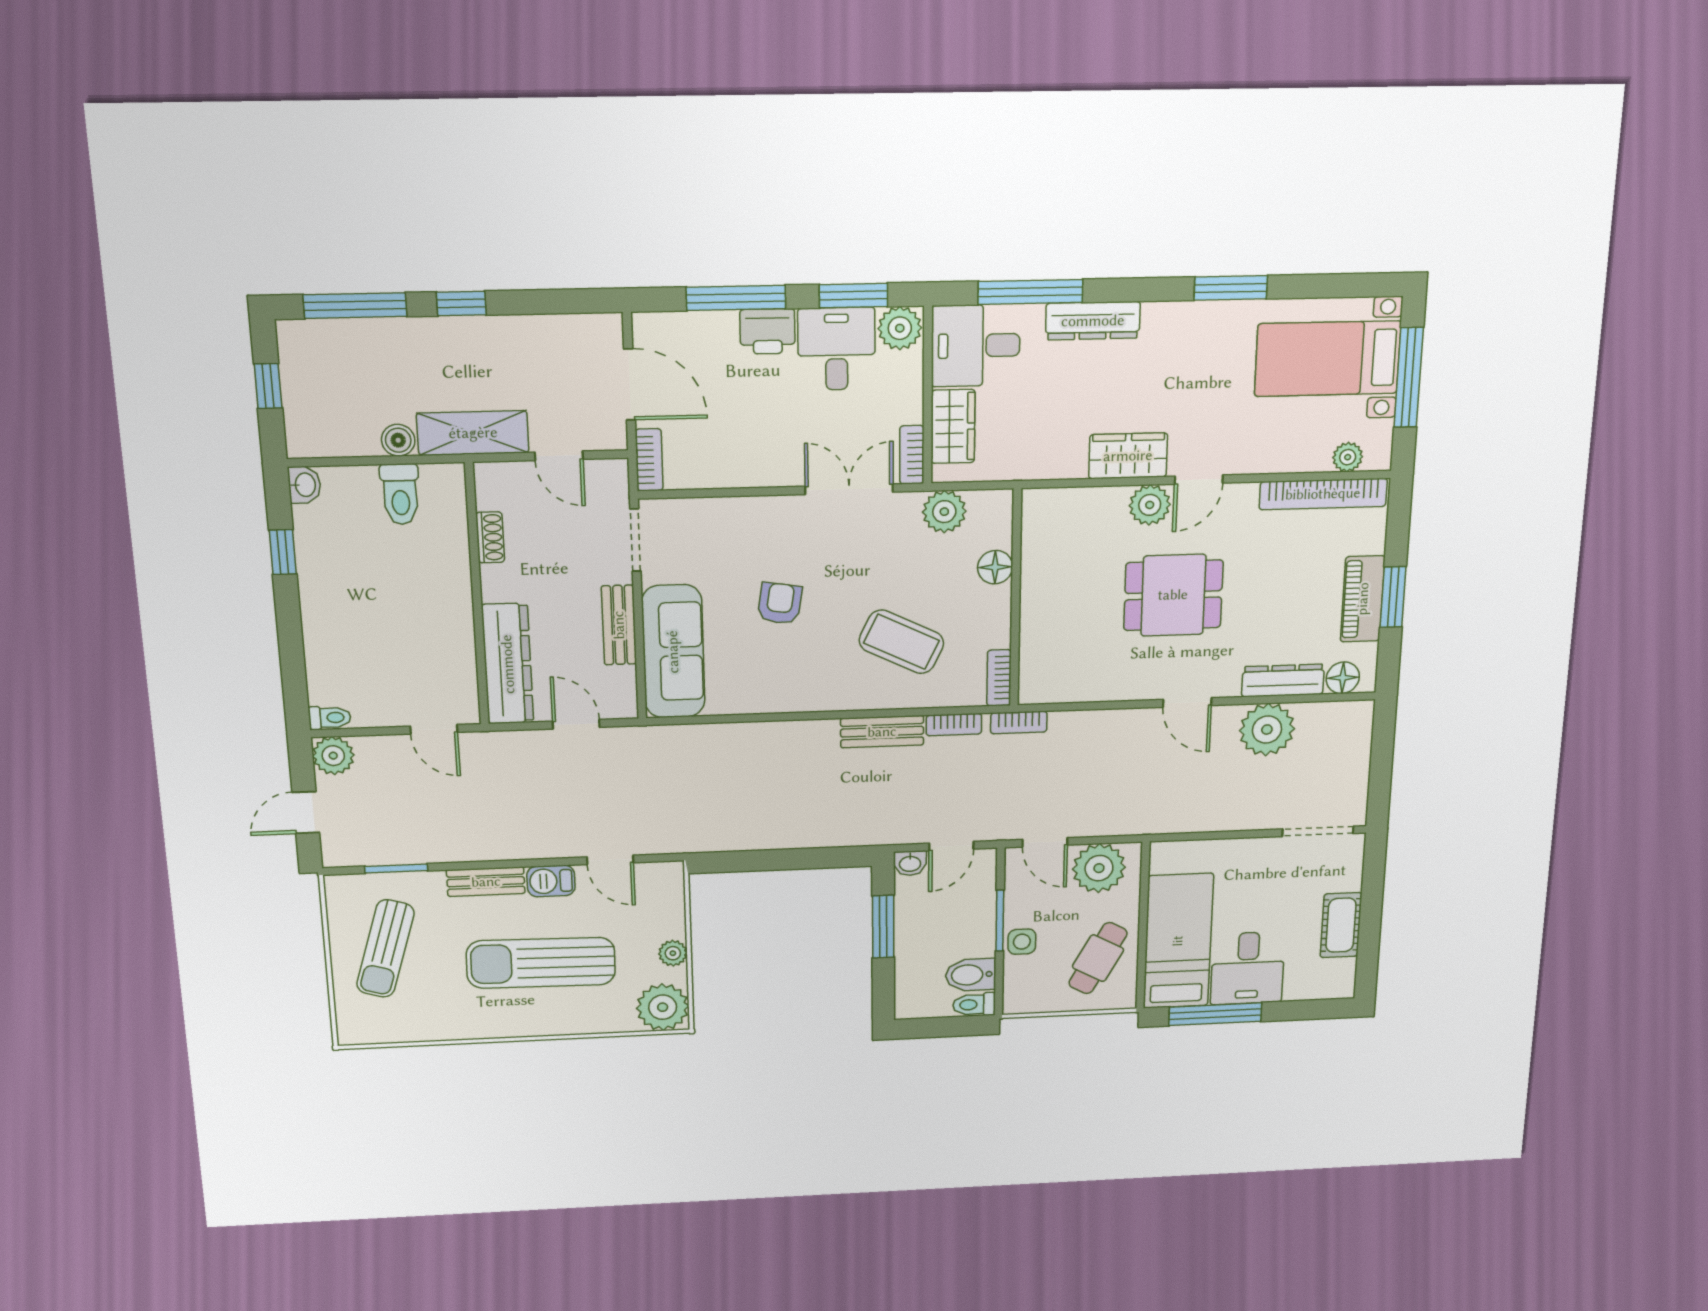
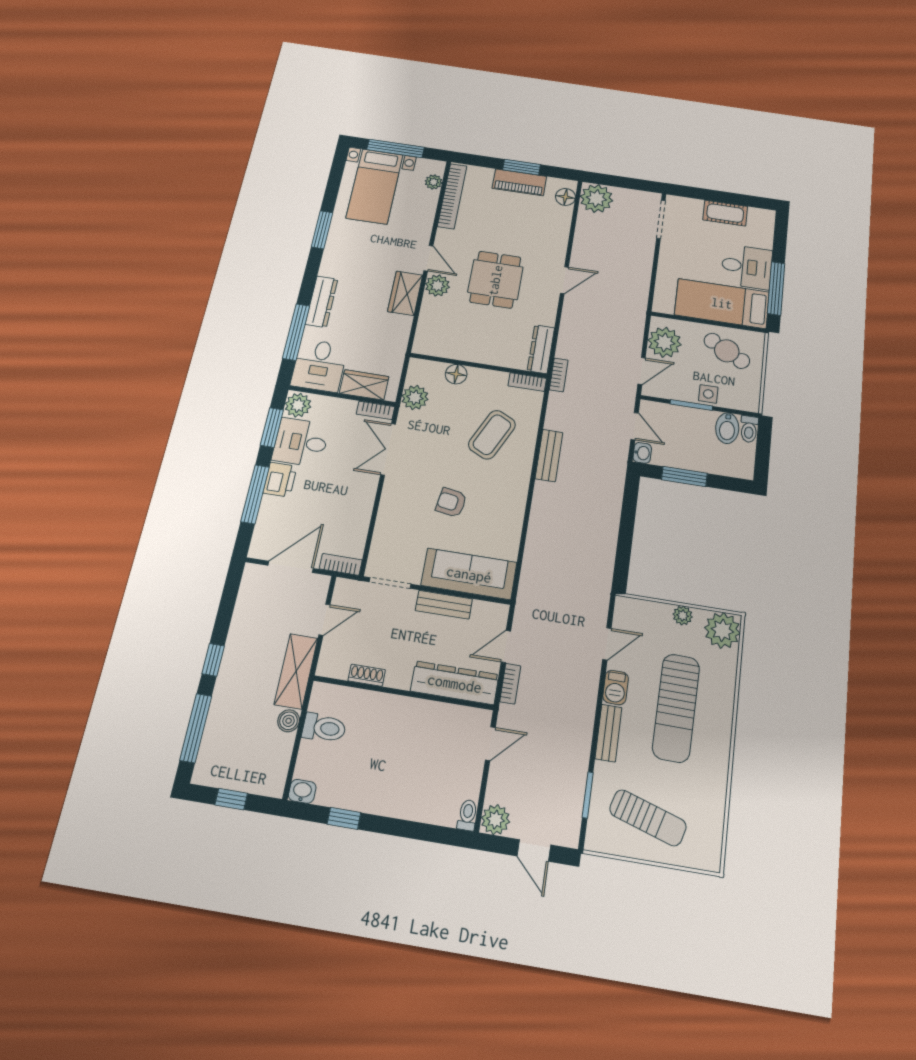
dresser: (1283, 680) -> (541, 349), moved
bookcase: (954, 725) -> (510, 684), moved
plant: (1267, 730) -> (596, 198), moved

